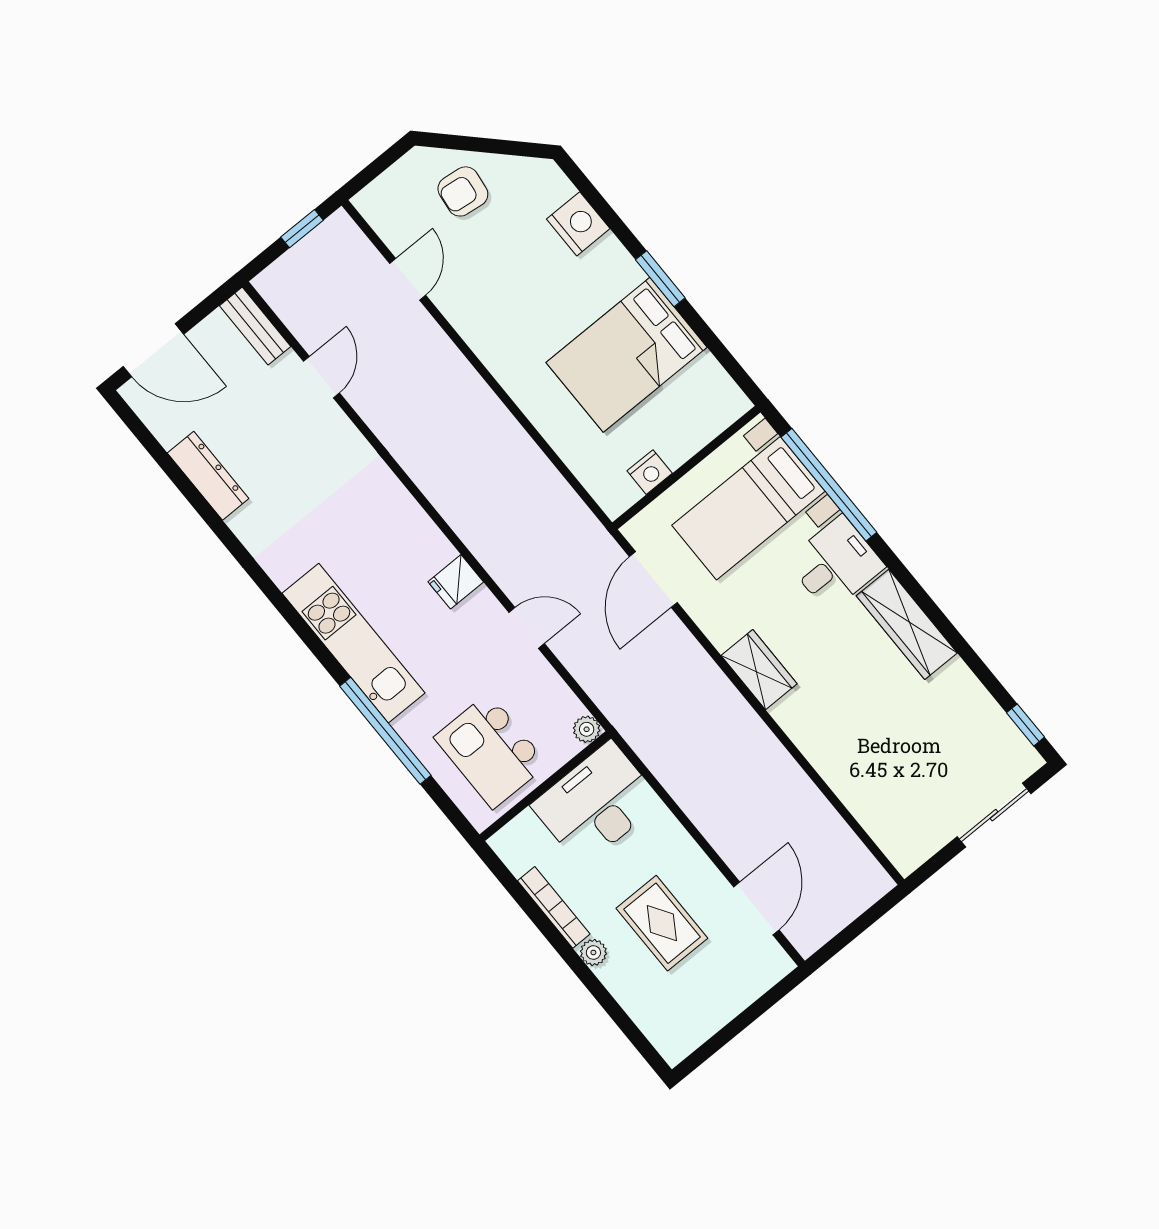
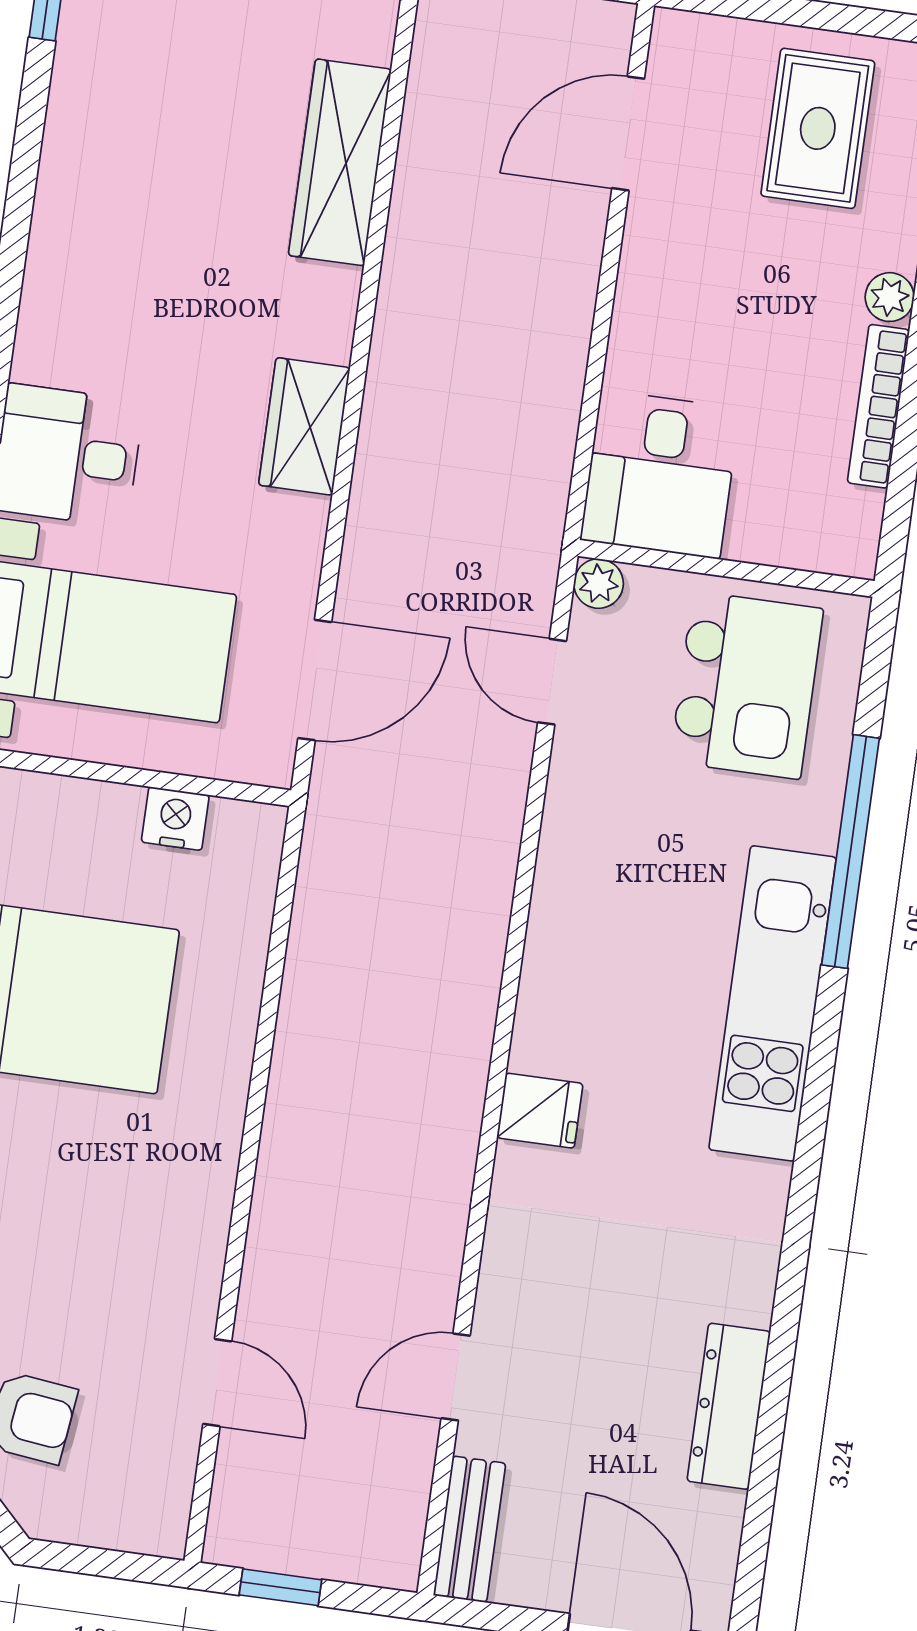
door: (408, 279) -> (217, 1383), swing flipped
fridge: (456, 582) -> (540, 1111), moved
wardrobe: (907, 624) -> (340, 162), moved, turned 180
door: (527, 628) -> (552, 682), moved
desk: (596, 804) -> (660, 474), width x0.73
rug: (662, 923) -> (818, 128), moved

